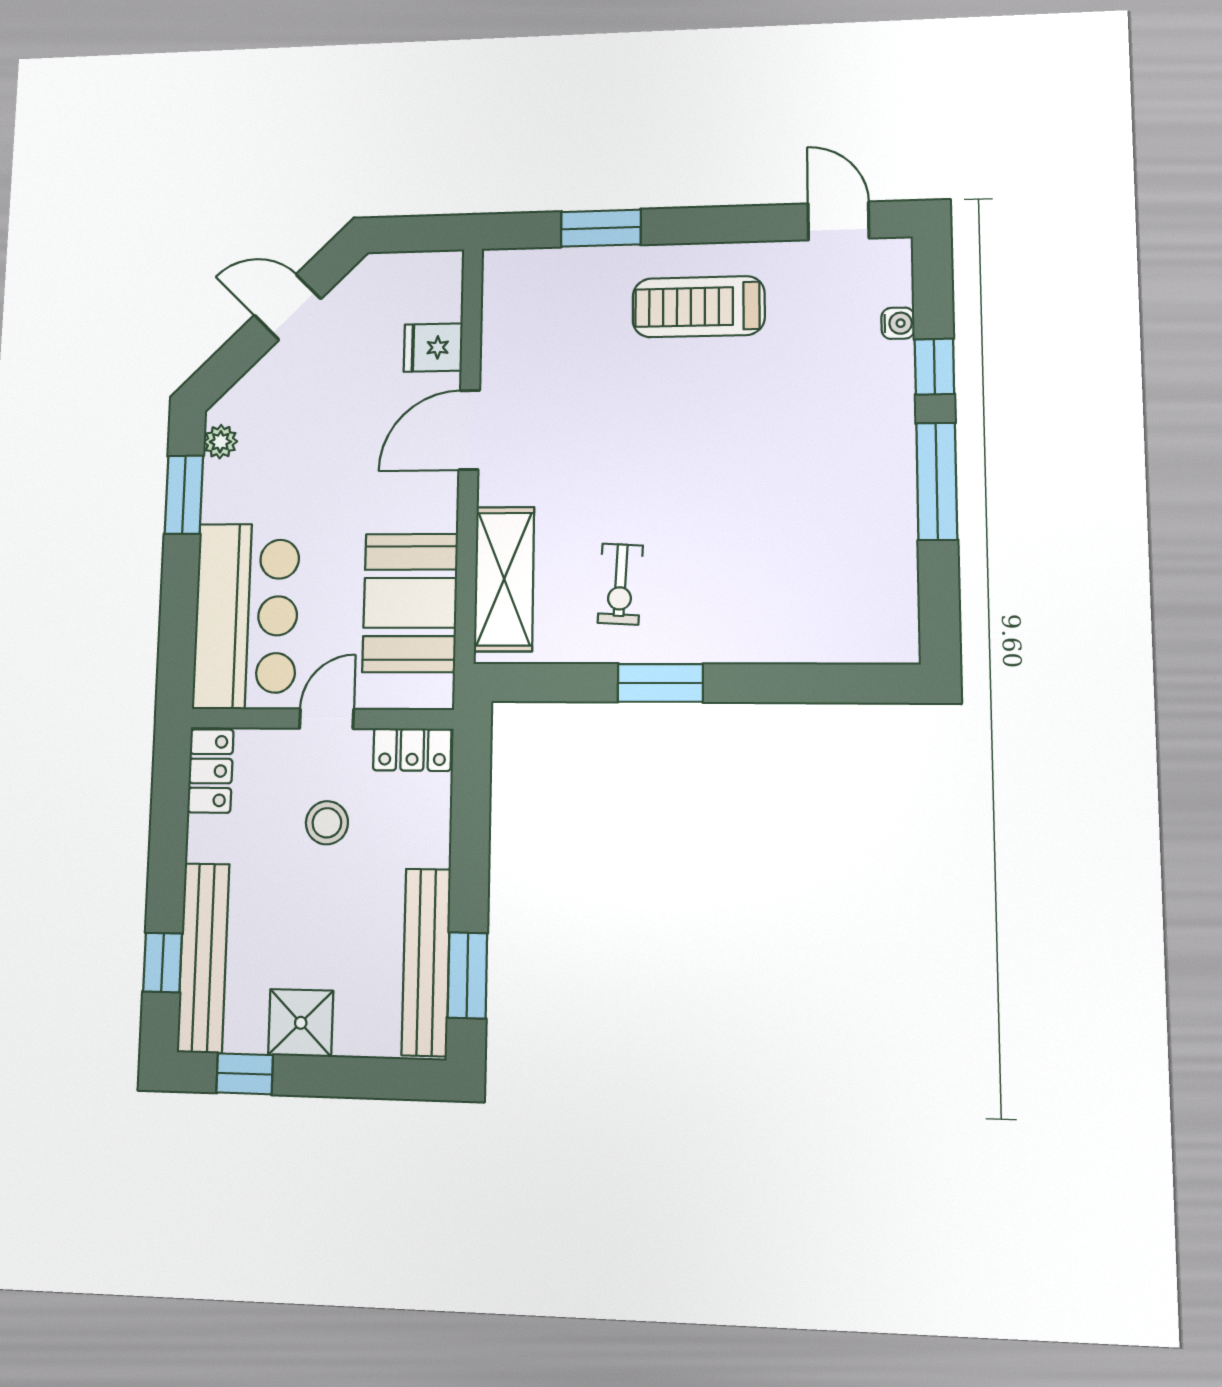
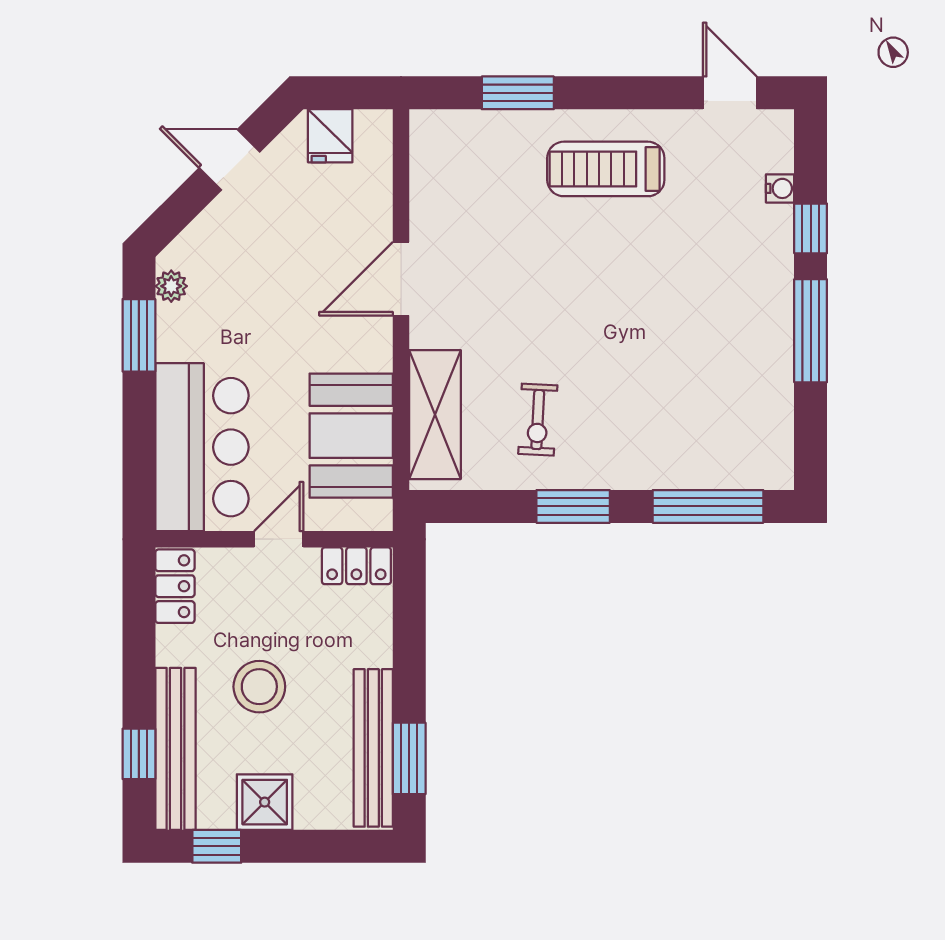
fridge: (433, 348) -> (330, 136), moved, turned -90
window: (818, 683) -> (708, 506), added
stool: (327, 823) -> (259, 687), moved, width x1.38, depth x1.38

